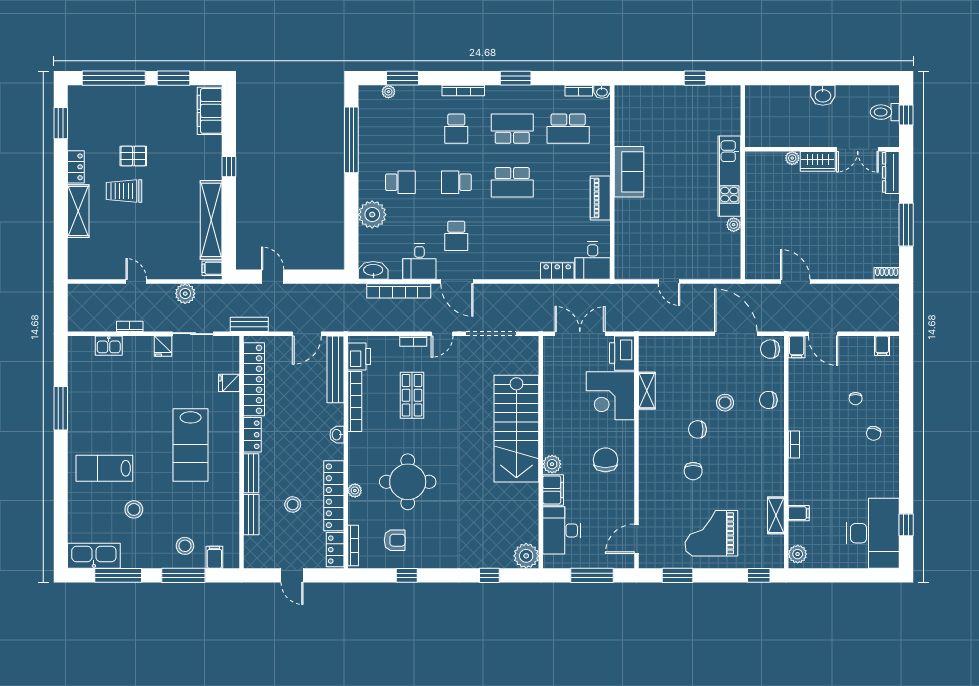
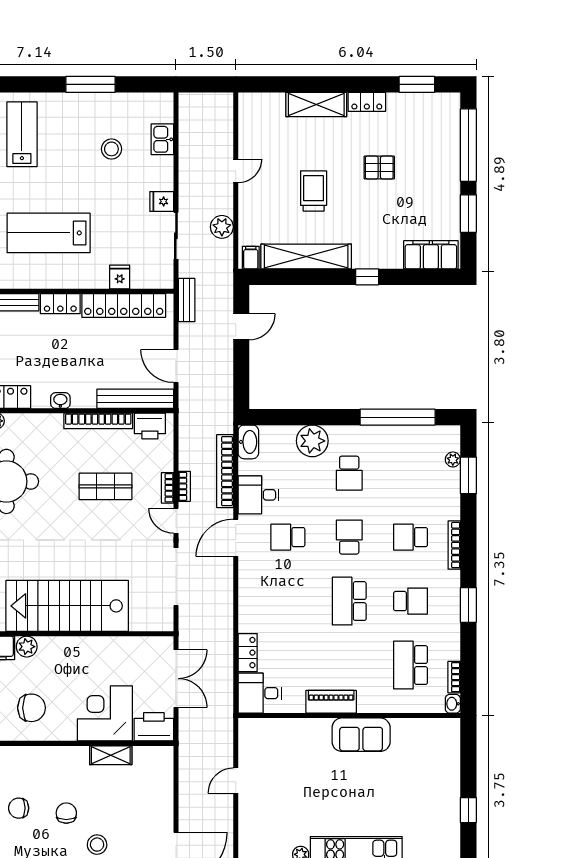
school desk: (512, 129) -> (411, 601), width x0.54
pallet: (133, 156) -> (379, 167), turned 90
trolley: (124, 191) -> (314, 191), moved
bookcase: (130, 326) -> (184, 486), moved
stool: (117, 390) -> (111, 149), added

